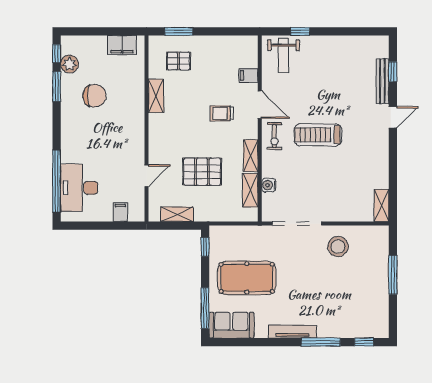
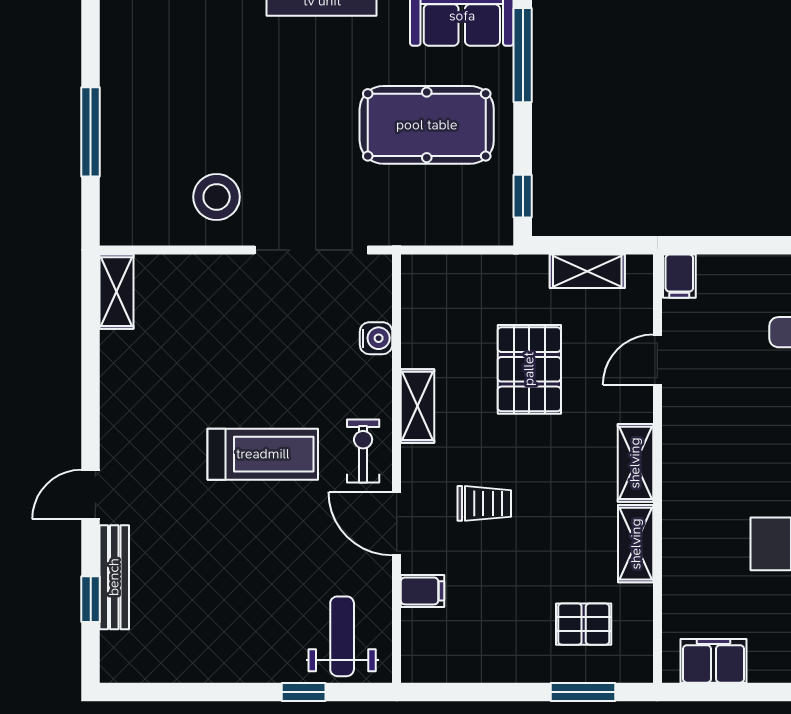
pallet: (202, 172) -> (529, 369), turned 90
shelving: (250, 190) -> (635, 463), moved
filing cabinet: (120, 212) -> (679, 276), moved

